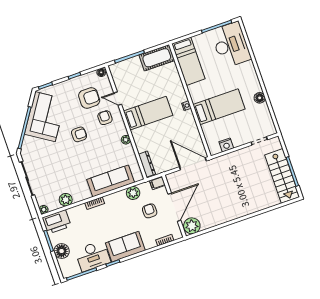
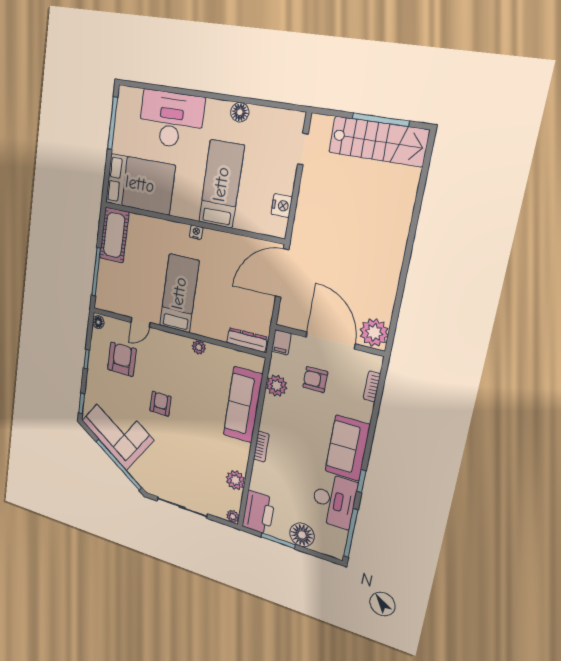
desk: (231, 45) -> (171, 119), moved
bed: (188, 61) -> (140, 184), width x1.50
armchair: (105, 118) -> (156, 356), removed

